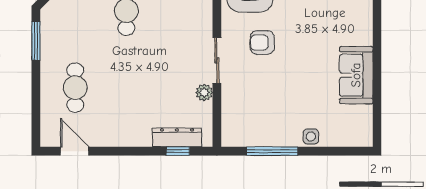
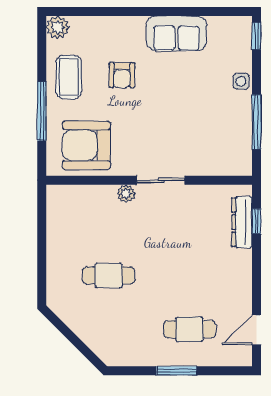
window: (36, 41) -> (177, 371), moved
armchair: (262, 43) -> (122, 75), moved
plant: (204, 92) -> (126, 193), moved
window: (354, 151) -> (256, 36), added

